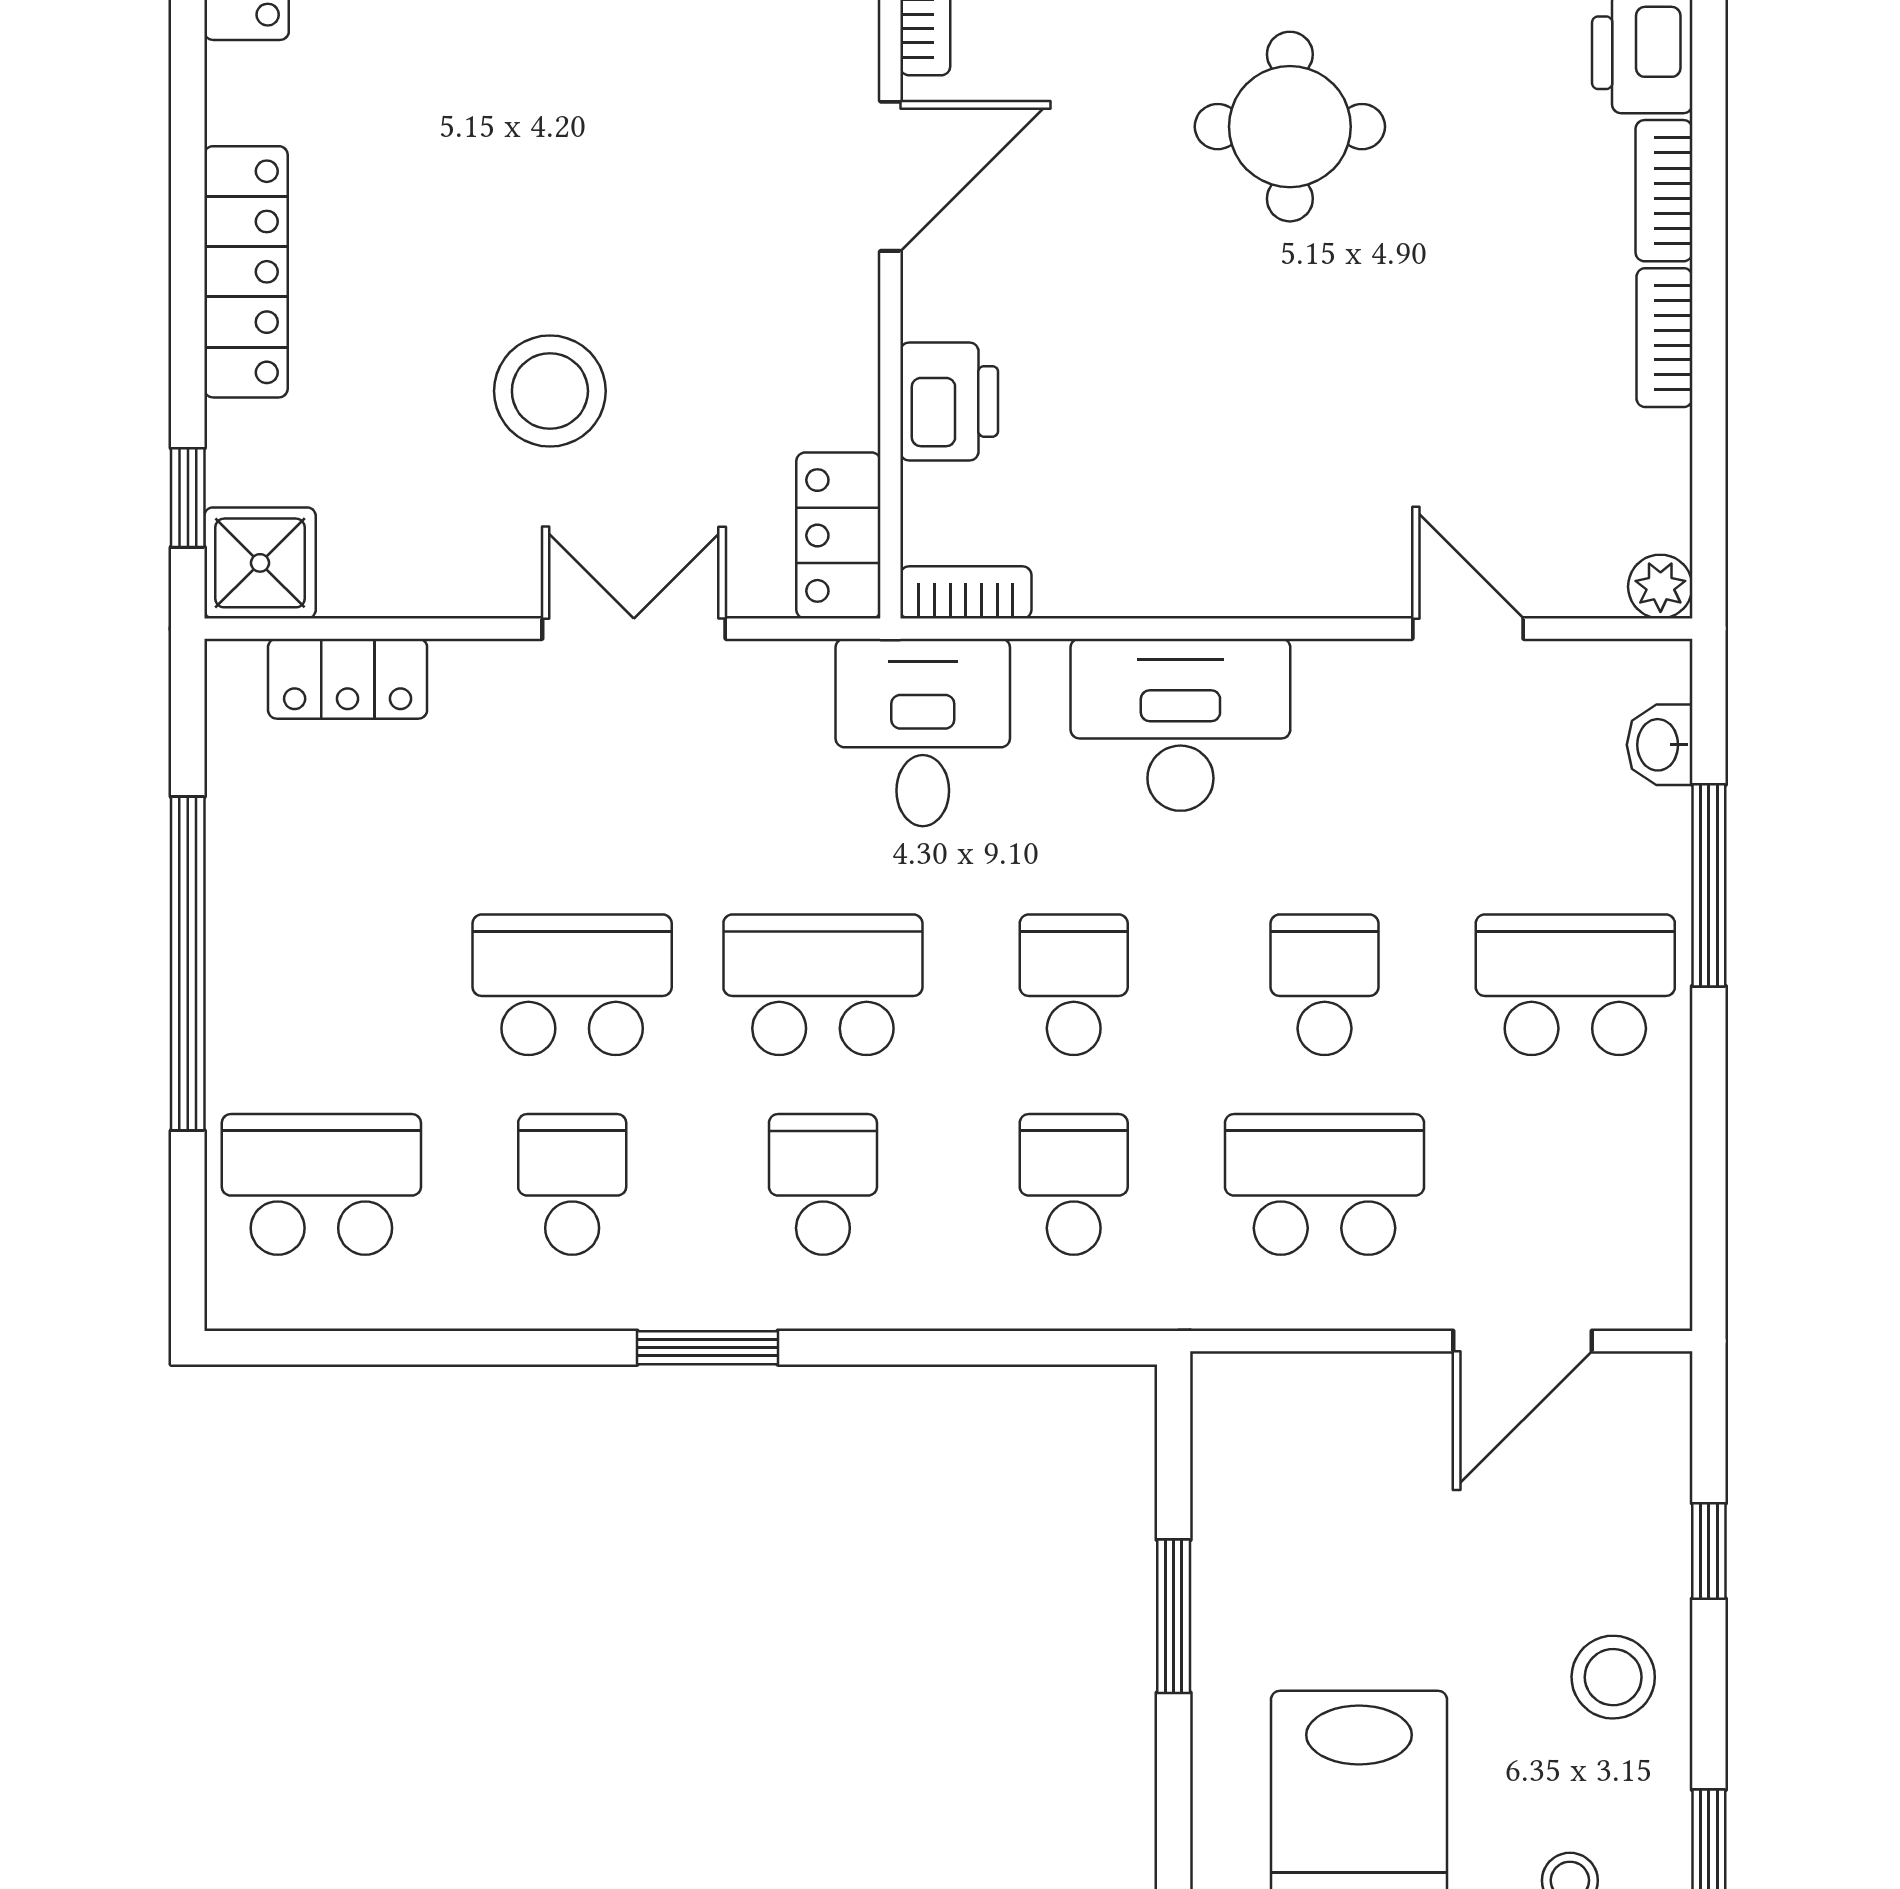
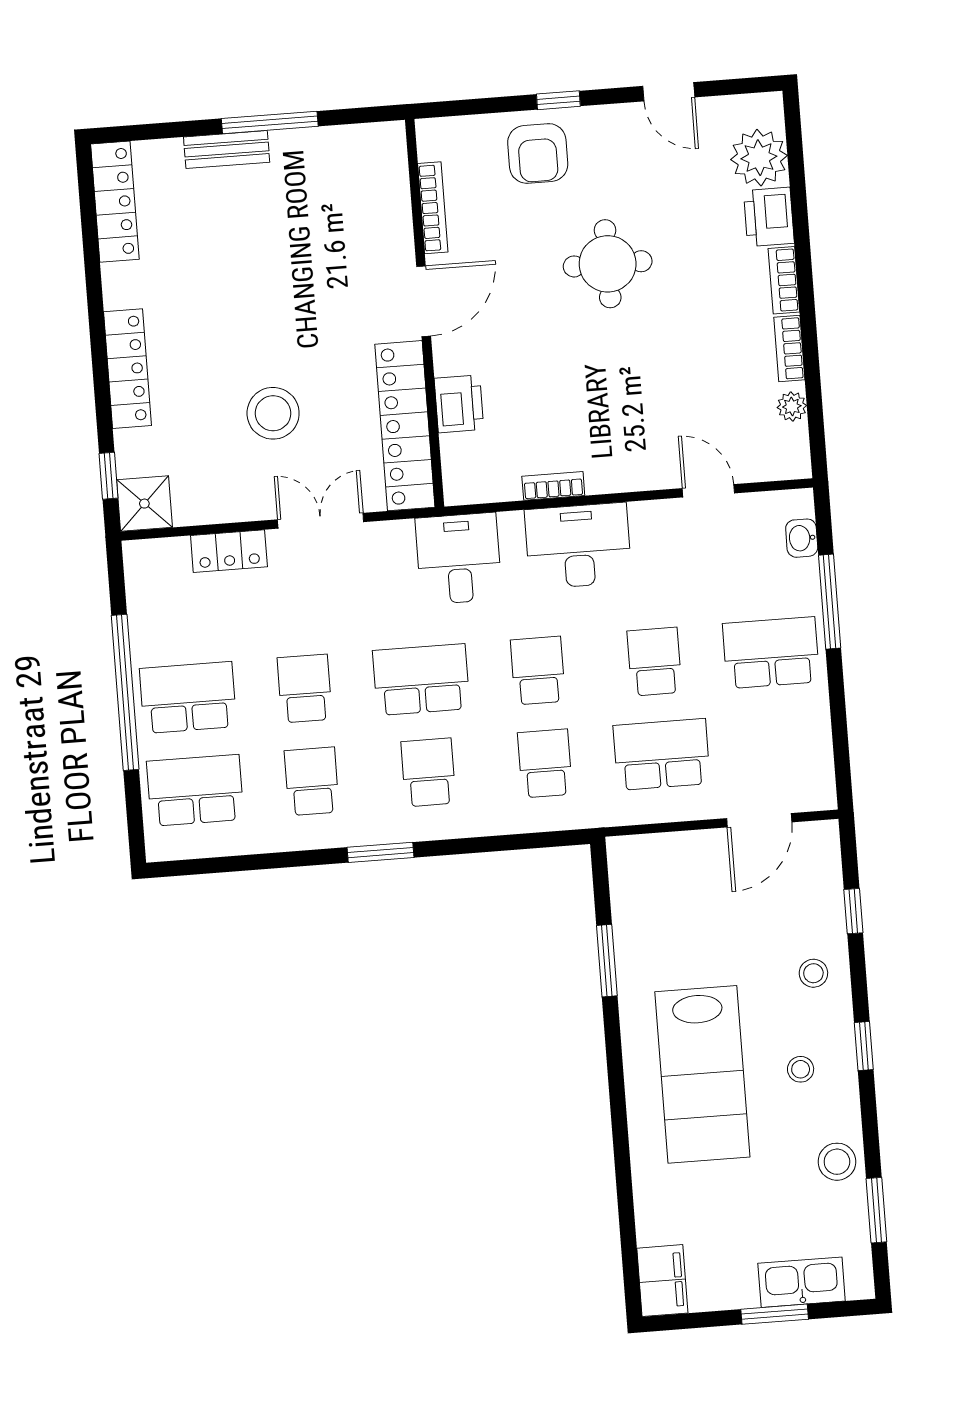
locker: (838, 535) -> (405, 426), width x2.16, depth x1.21
plant: (1660, 587) -> (792, 406), moved
bookcase: (966, 592) -> (553, 486), moved
locker: (348, 679) -> (229, 551), moved
school desk: (321, 985) -> (188, 698), added
school desk: (572, 985) -> (305, 689), width x0.54
stool: (1613, 1677) -> (813, 973), width x0.73, depth x0.73

